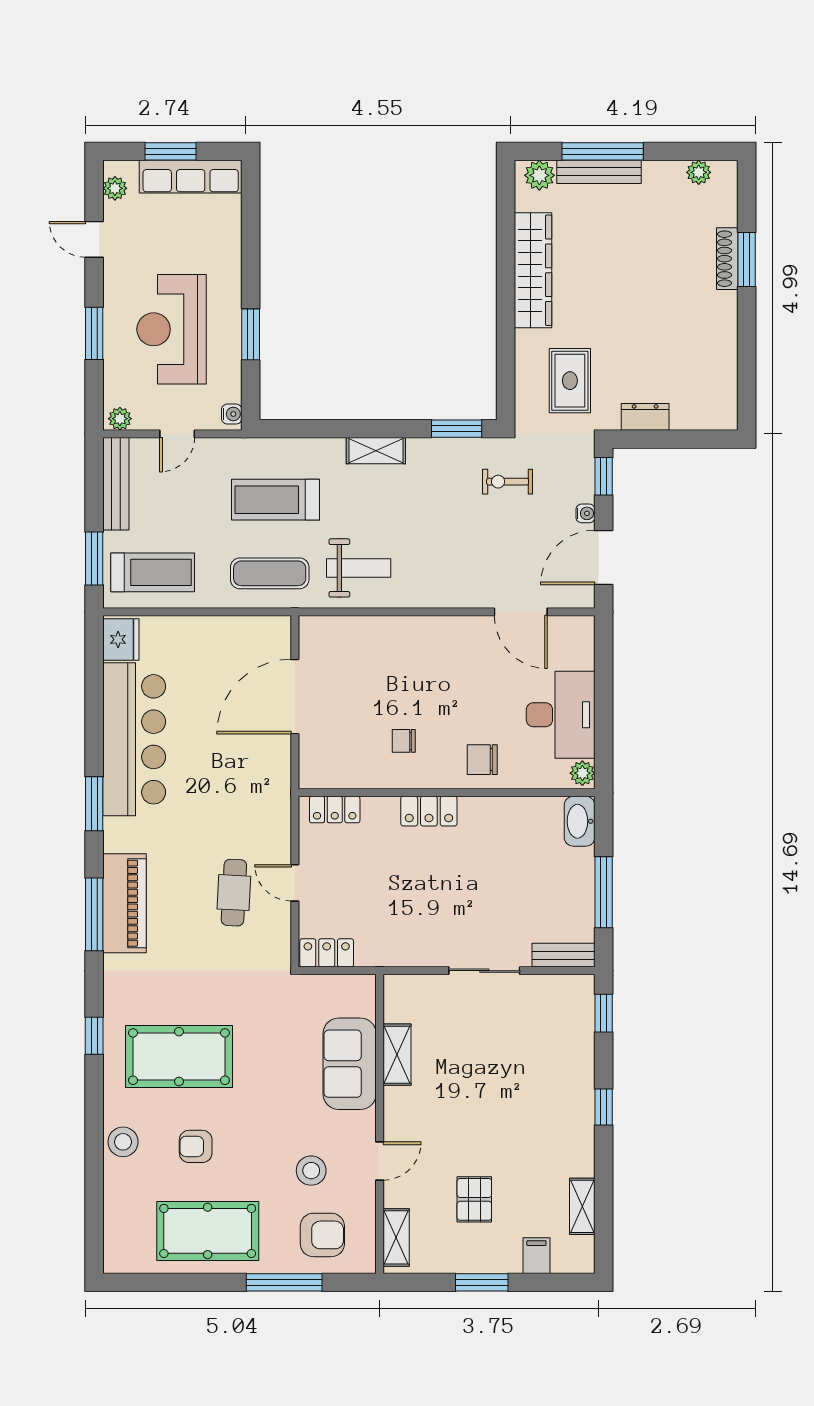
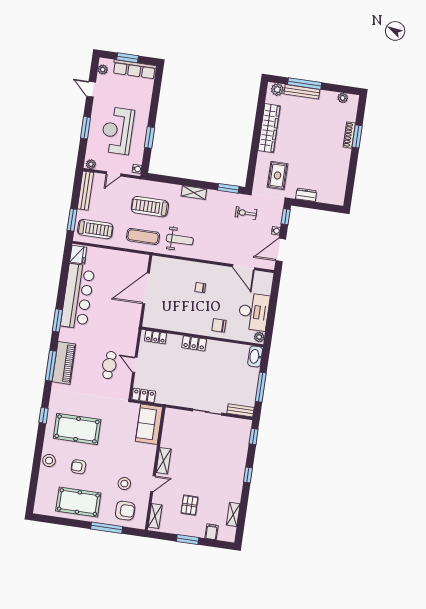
chair: (404, 741) -> (200, 288), moved
shelving: (397, 1055) -> (164, 461), moved
sofa: (350, 1064) -> (149, 424), moved

